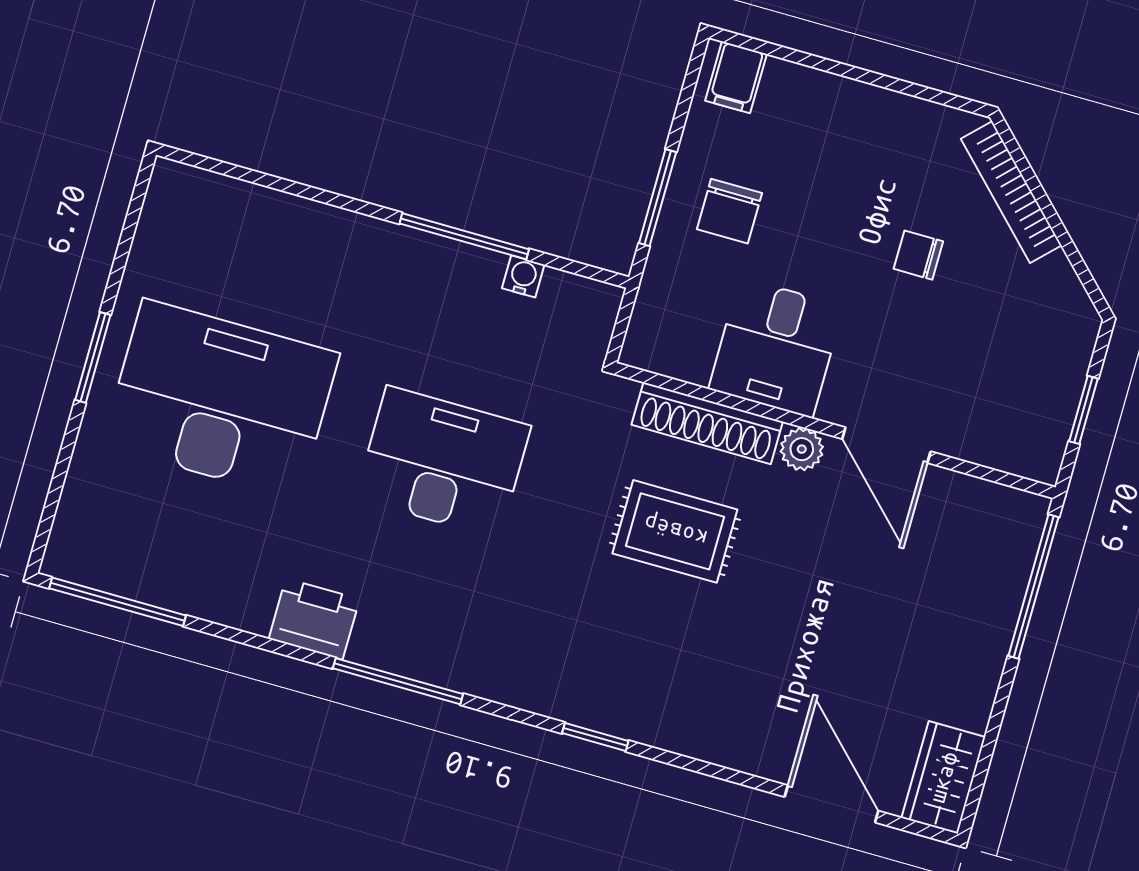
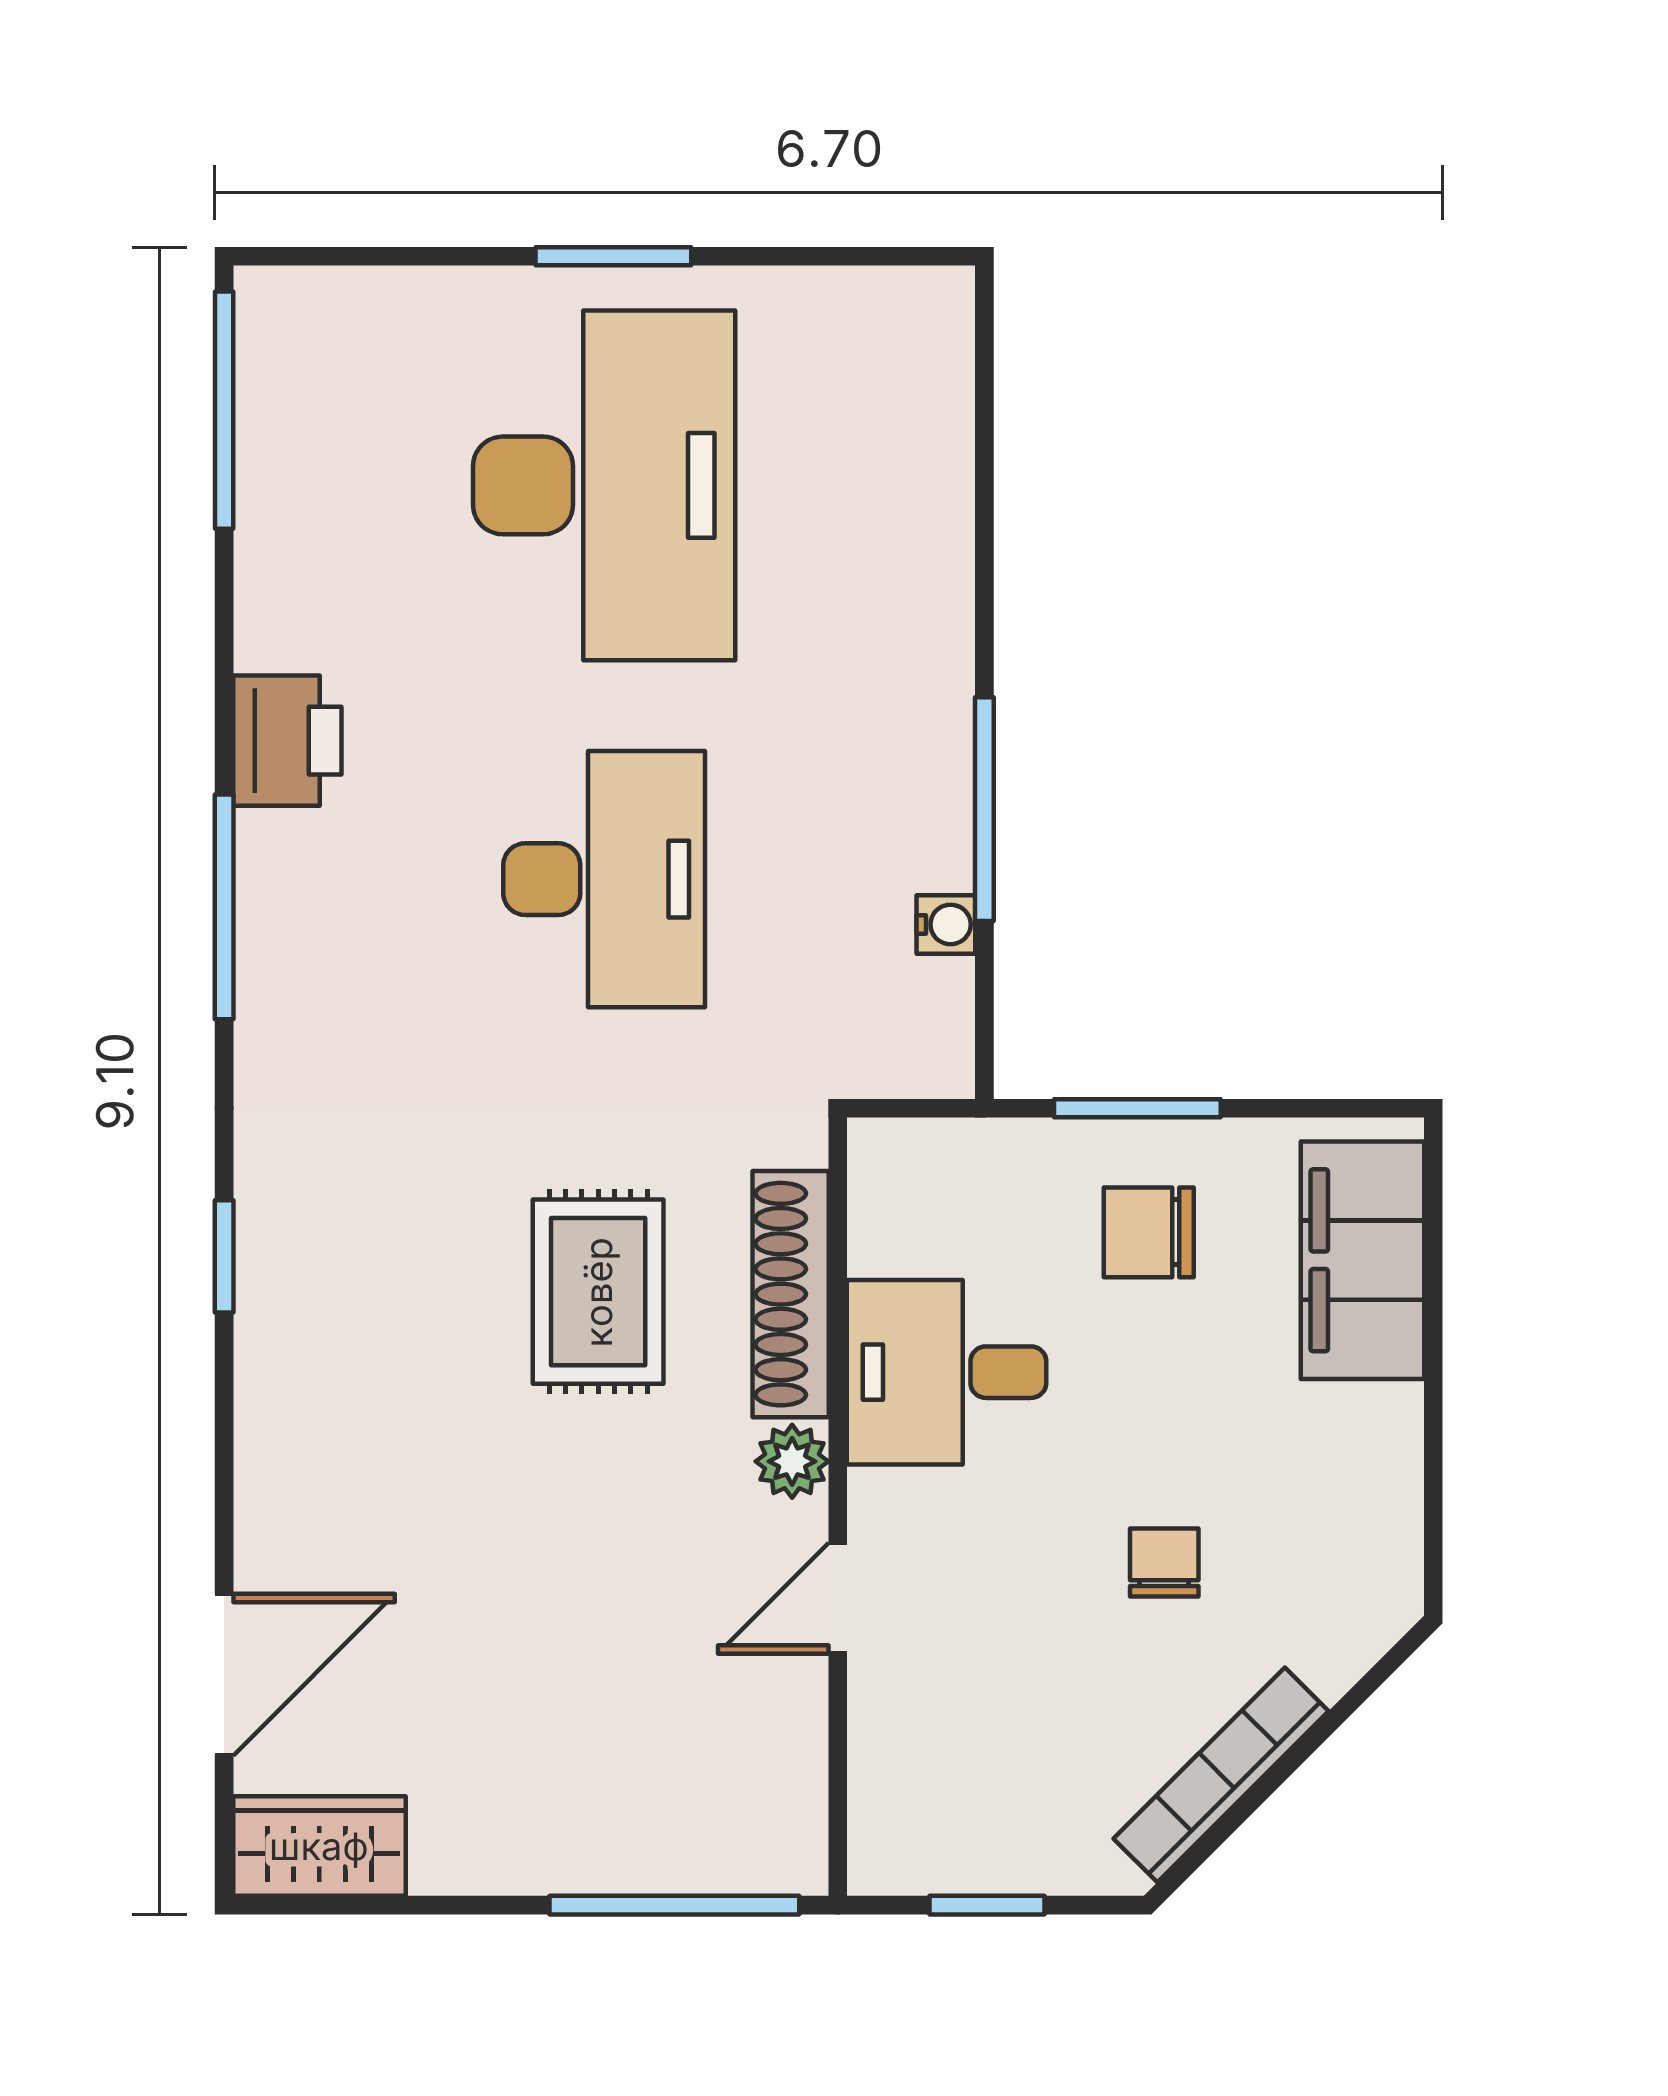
filing cabinet: (736, 77) -> (1362, 1260), width x3.00, depth x1.17
bookcase: (1011, 192) -> (1221, 1775), moved
door: (886, 445) -> (838, 1598), width x0.73

